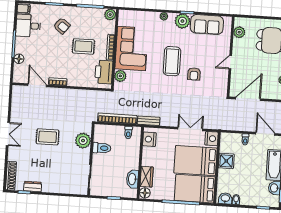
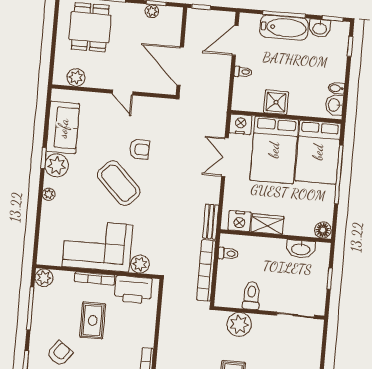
coffee table: (172, 61) -> (119, 183), turned 45
wardrobe: (147, 177) -> (267, 224), moved

